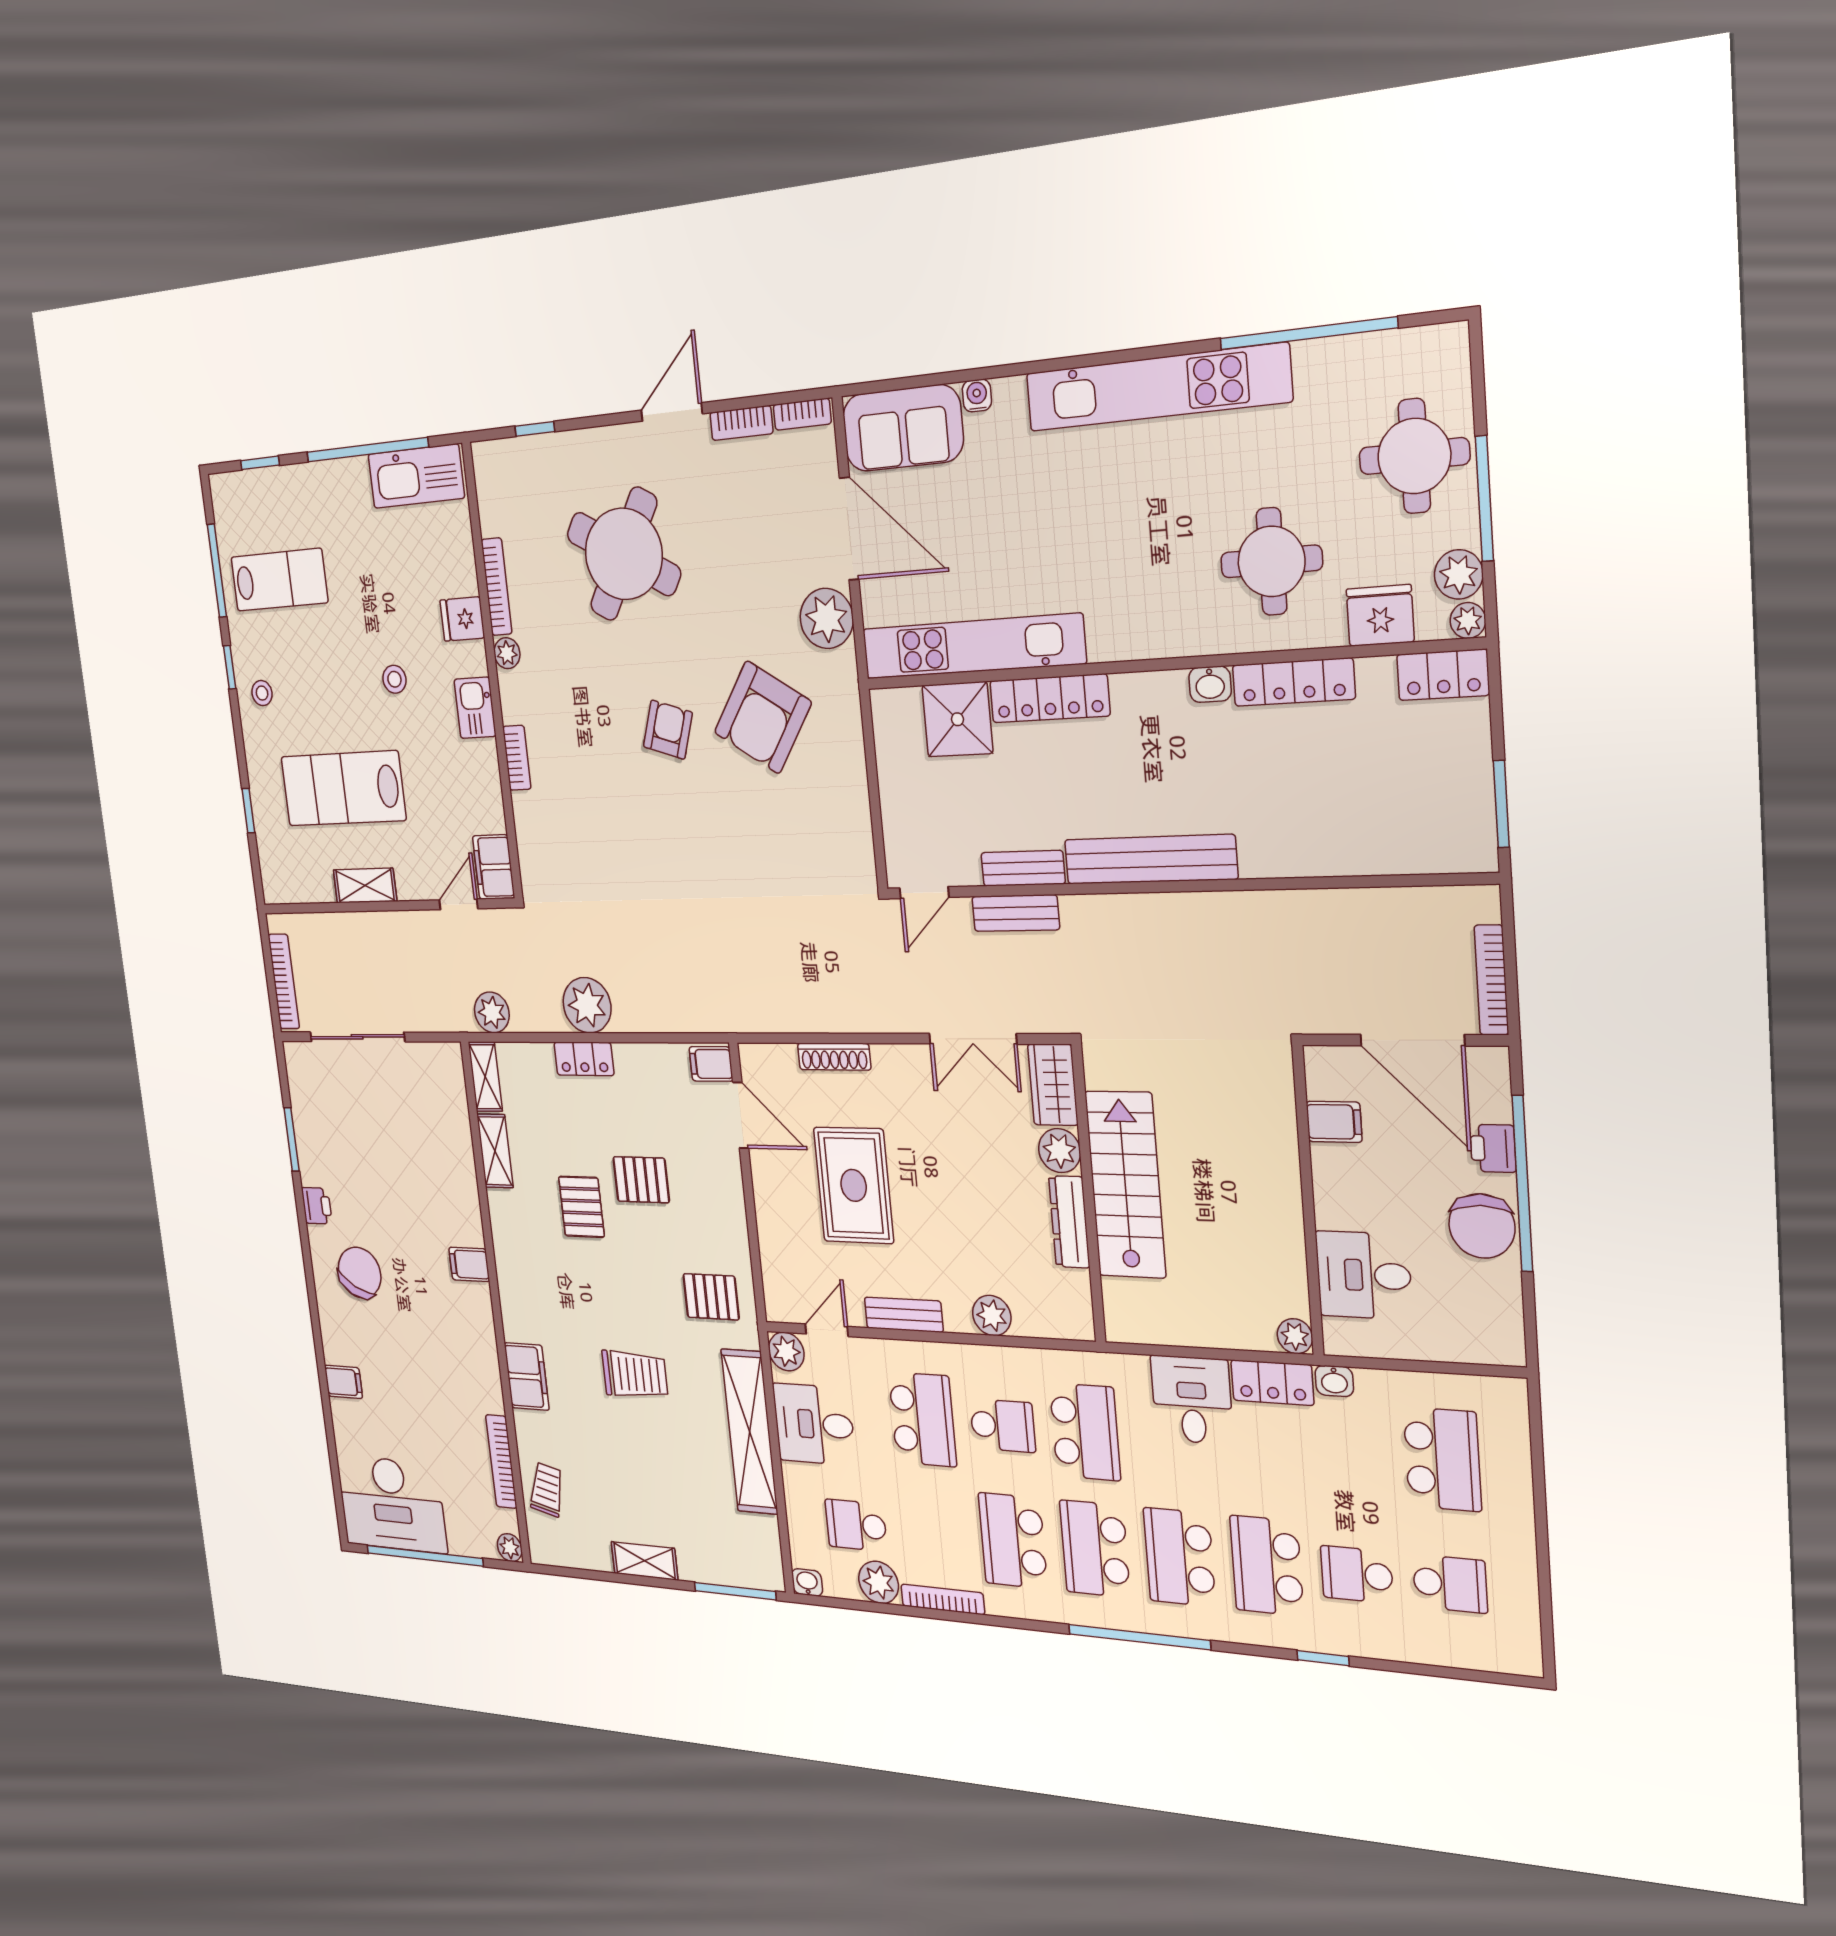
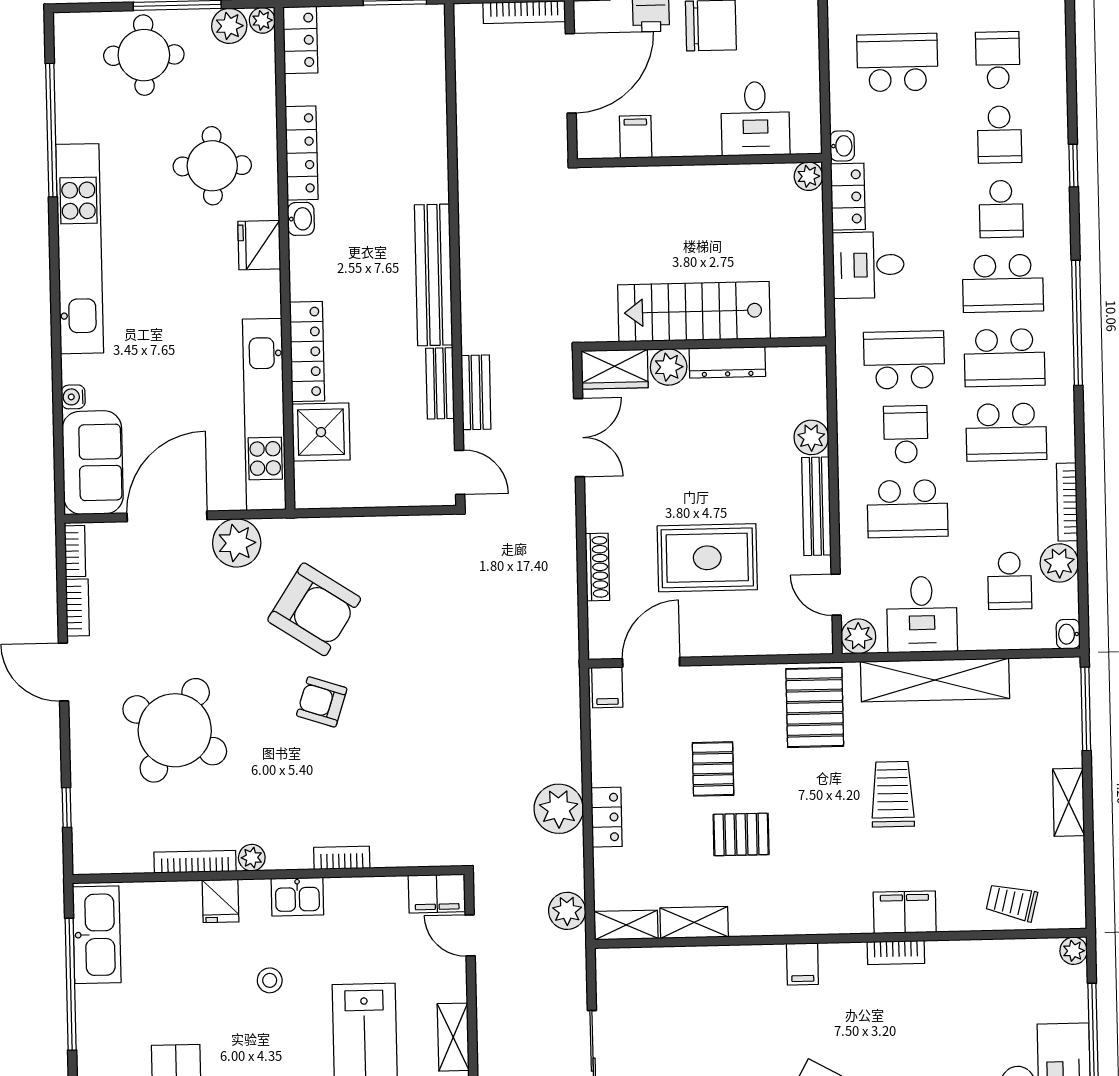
fridge: (1380, 615) -> (259, 245), moved
pallet: (711, 1297) -> (815, 707), width x1.50, depth x1.42
bench: (904, 1315) -> (816, 506), width x1.36
school desk: (923, 1419) -> (907, 509), turned 180
bookcase: (501, 1462) -> (896, 953), moved, width x0.64
school desk: (1267, 1566) -> (1001, 209), width x0.54

